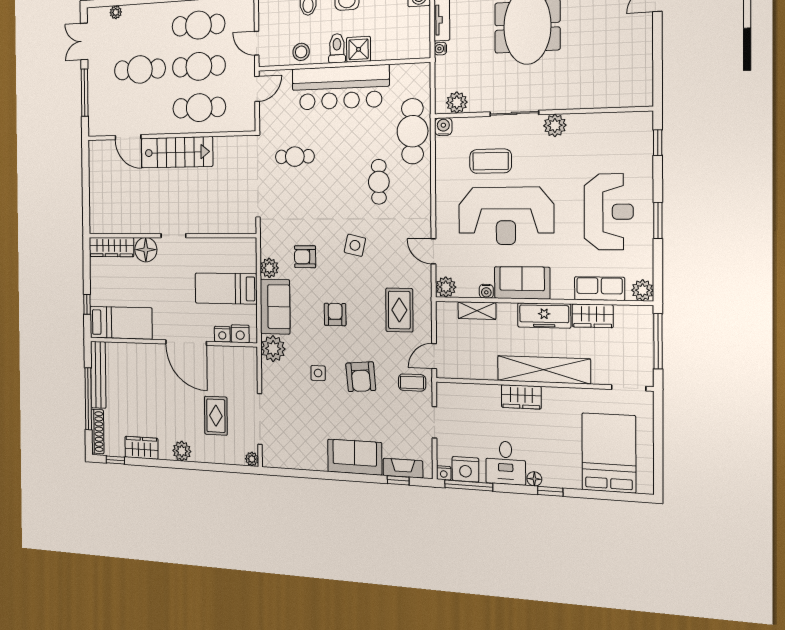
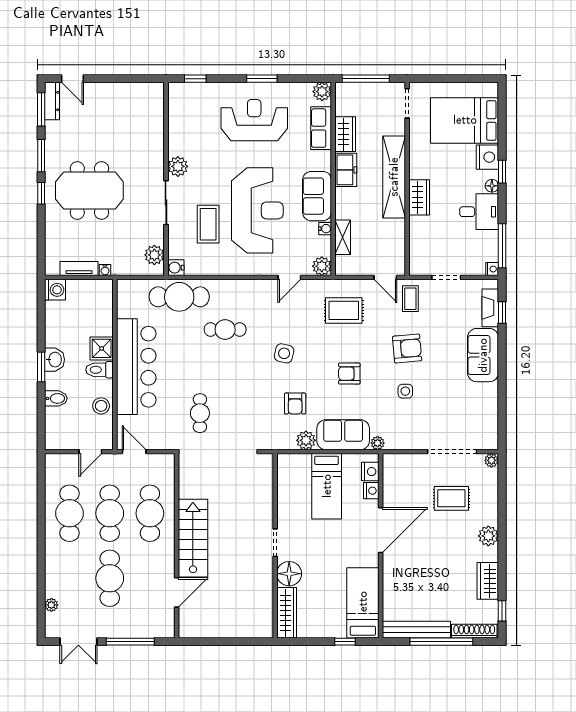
freezer: (544, 315) -> (346, 170), width x0.71
plant: (273, 349) -> (378, 443), width x0.53, depth x0.53
nightstand: (465, 469) -> (487, 157), moved

